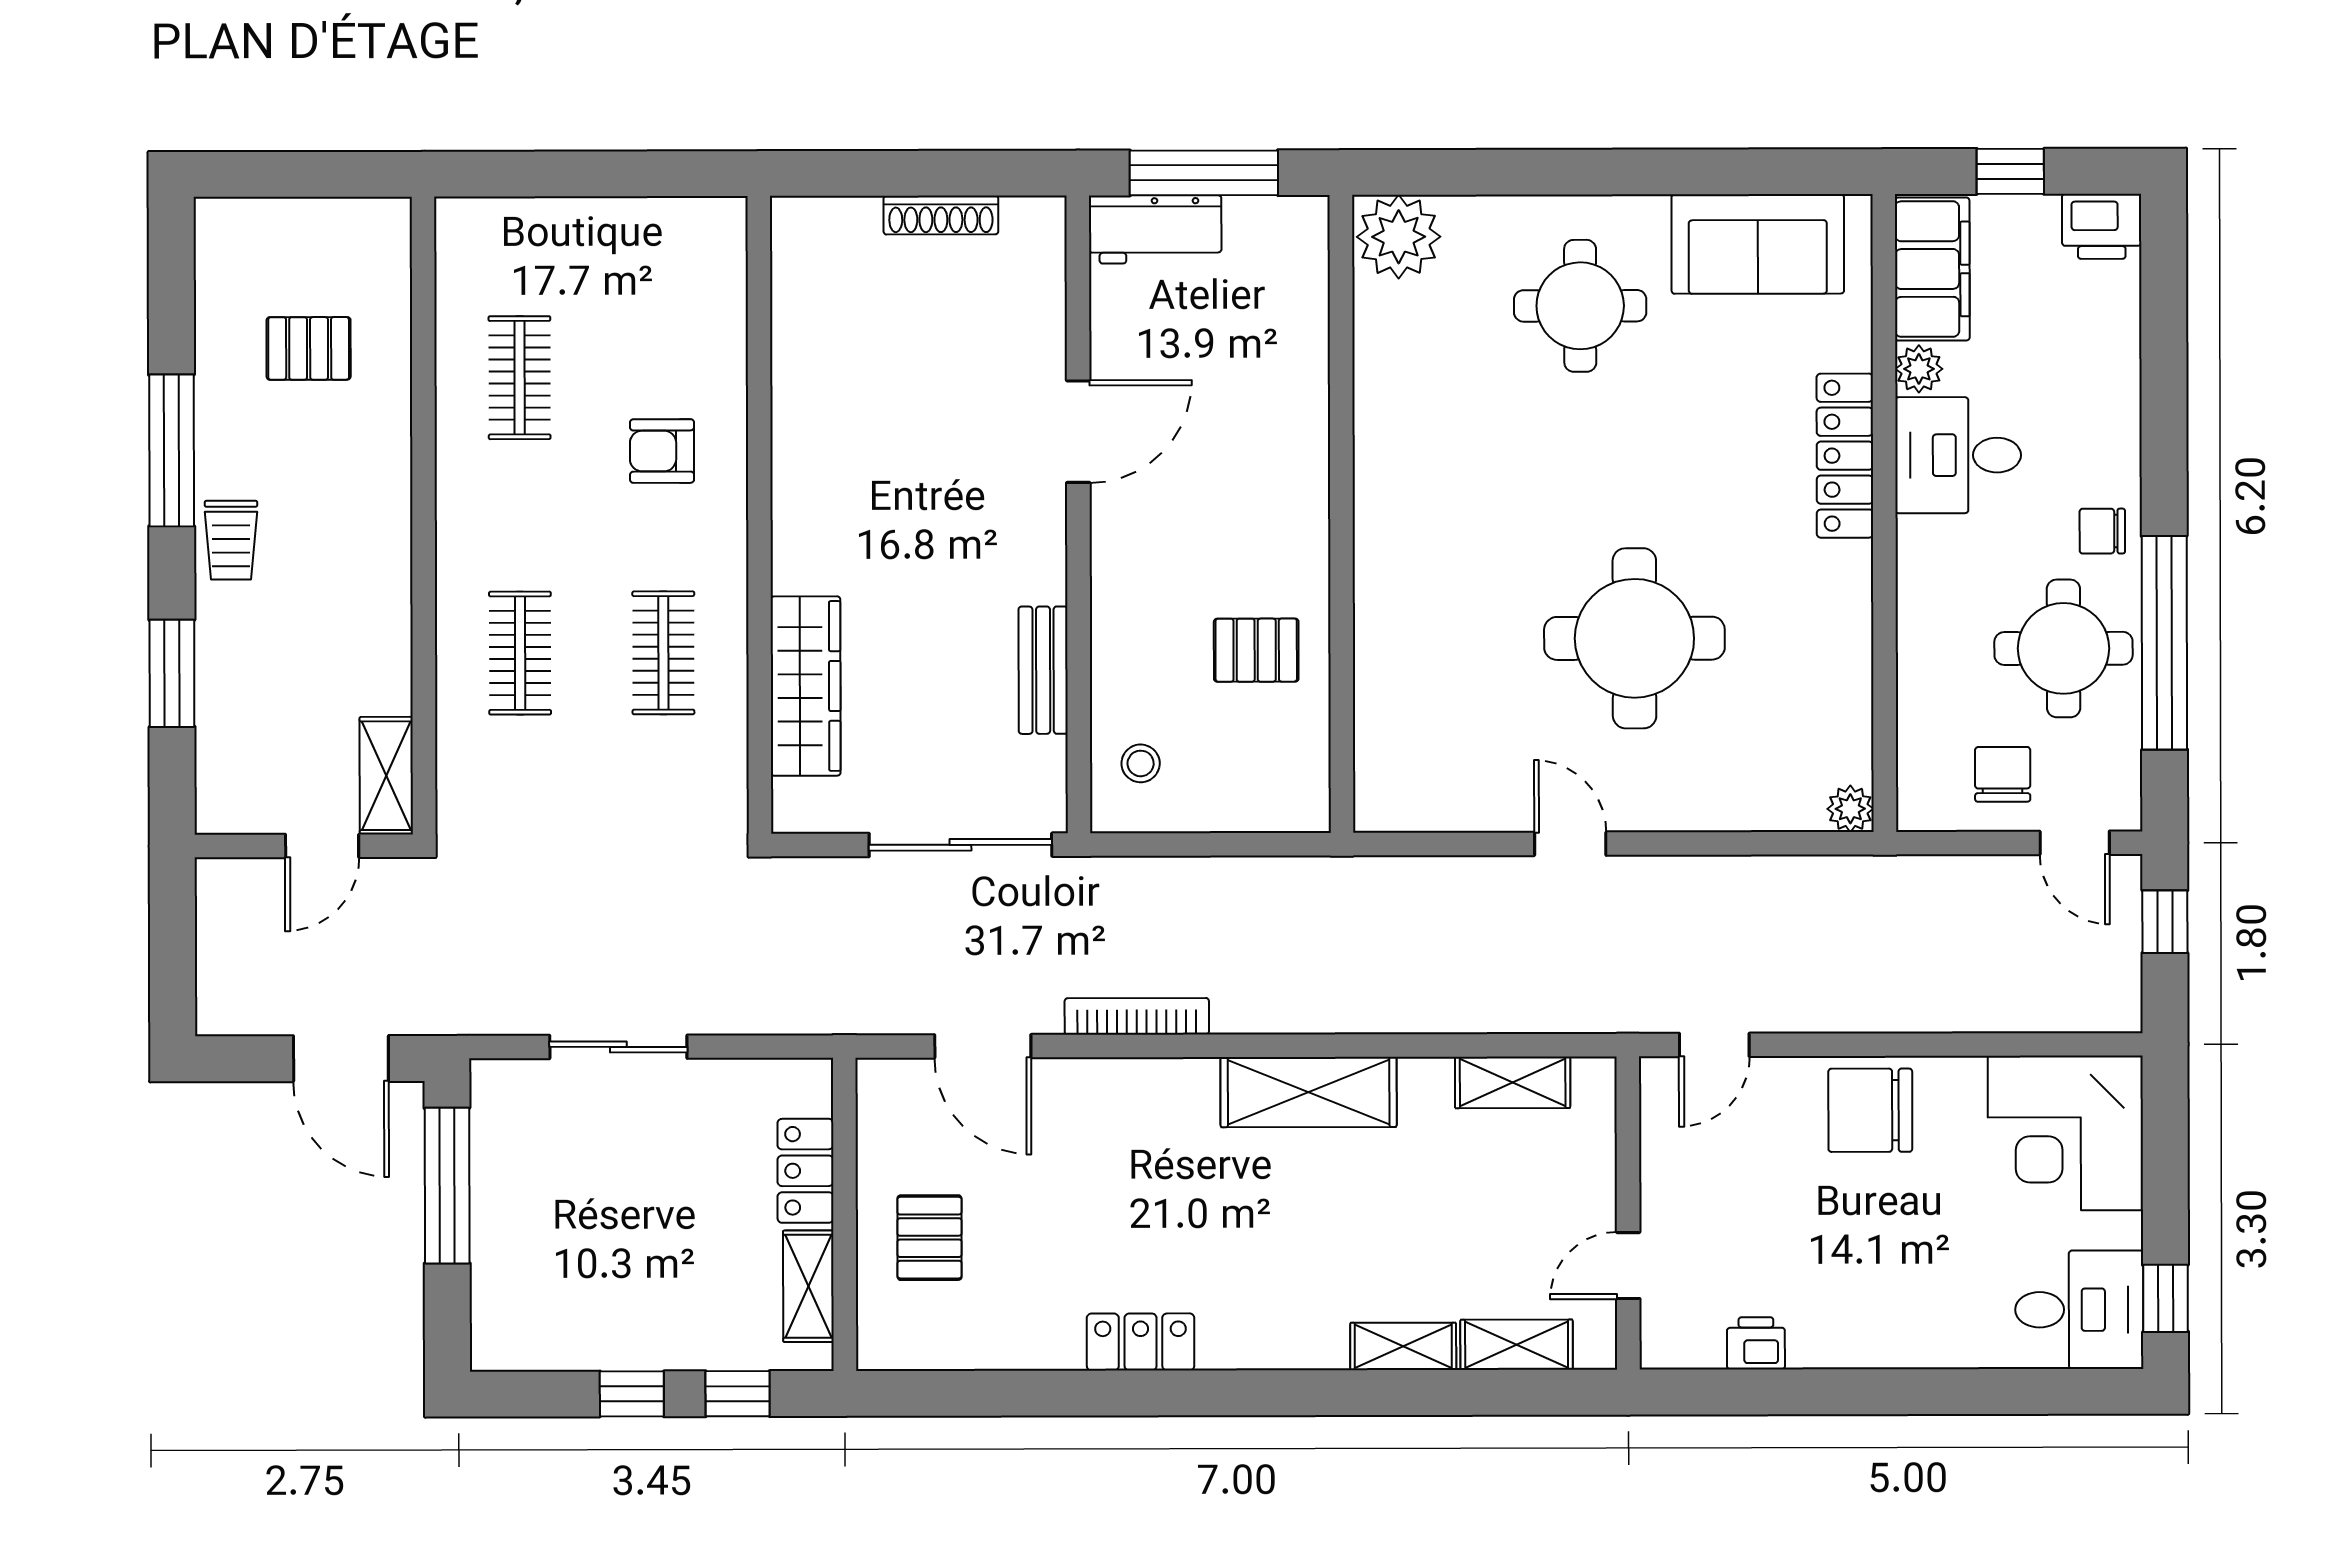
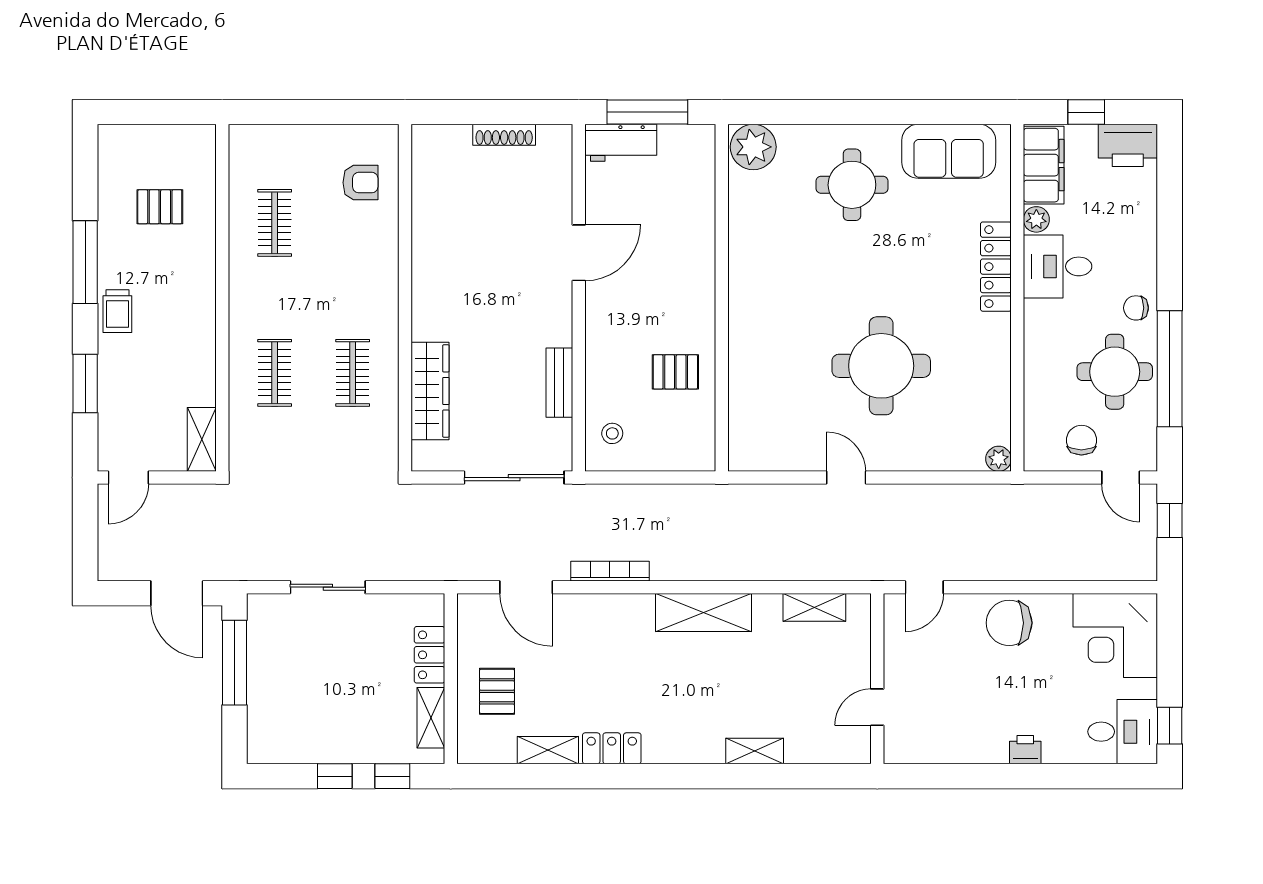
printer: (2102, 226) -> (1128, 145), width x1.37, depth x1.19
armchair: (662, 451) -> (360, 183), moved, turned 180
door: (322, 846) -> (128, 478), moved
printer: (1756, 1343) -> (1025, 750), moved
shelving: (1517, 1345) -> (548, 750), moved

